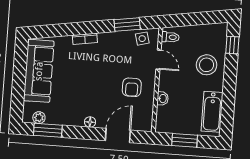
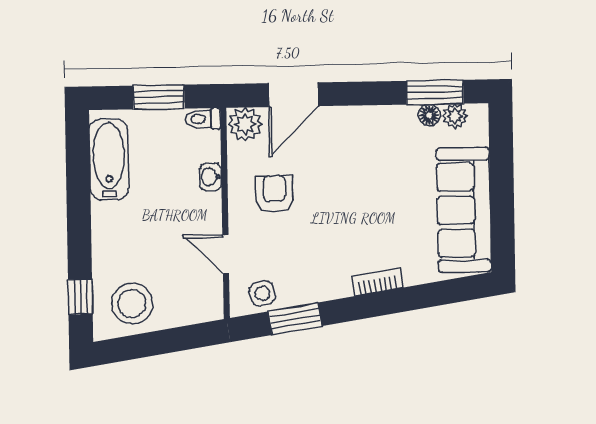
toilet: (170, 37) -> (203, 119), moved
stool: (207, 65) -> (132, 304), moved
floor lamp: (90, 122) -> (429, 115), moved
plant: (143, 123) -> (245, 124), added

